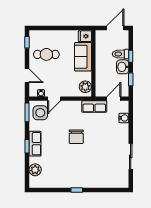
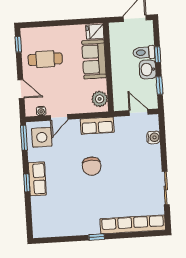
door: (114, 99) -> (139, 112), hinge flipped
row of seats: (94, 107) -> (97, 126), moved
plant: (35, 170) -> (39, 214), removed
row of seats: (104, 182) -> (133, 224), added

